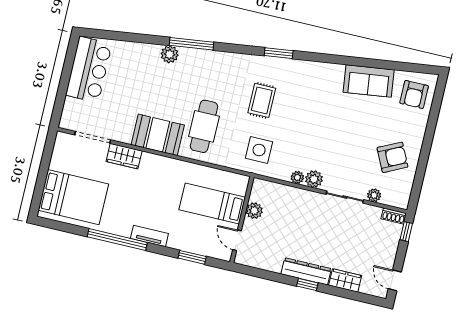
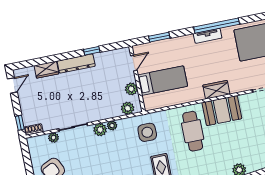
wardrobe: (124, 156) -> (216, 90), moved
plant: (269, 190) -> (128, 108), added
tv unit: (149, 236) -> (208, 36), moved
door: (237, 240) -> (134, 63), hinge flipped
door: (395, 280) -> (12, 85), hinge flipped
window: (307, 284) -> (92, 51), moved

